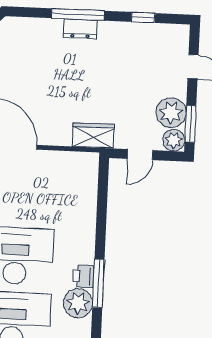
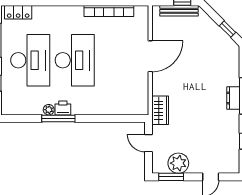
plant: (174, 140) -> (159, 166), removed
plant: (78, 303) -> (49, 110), width x0.53, depth x0.53

